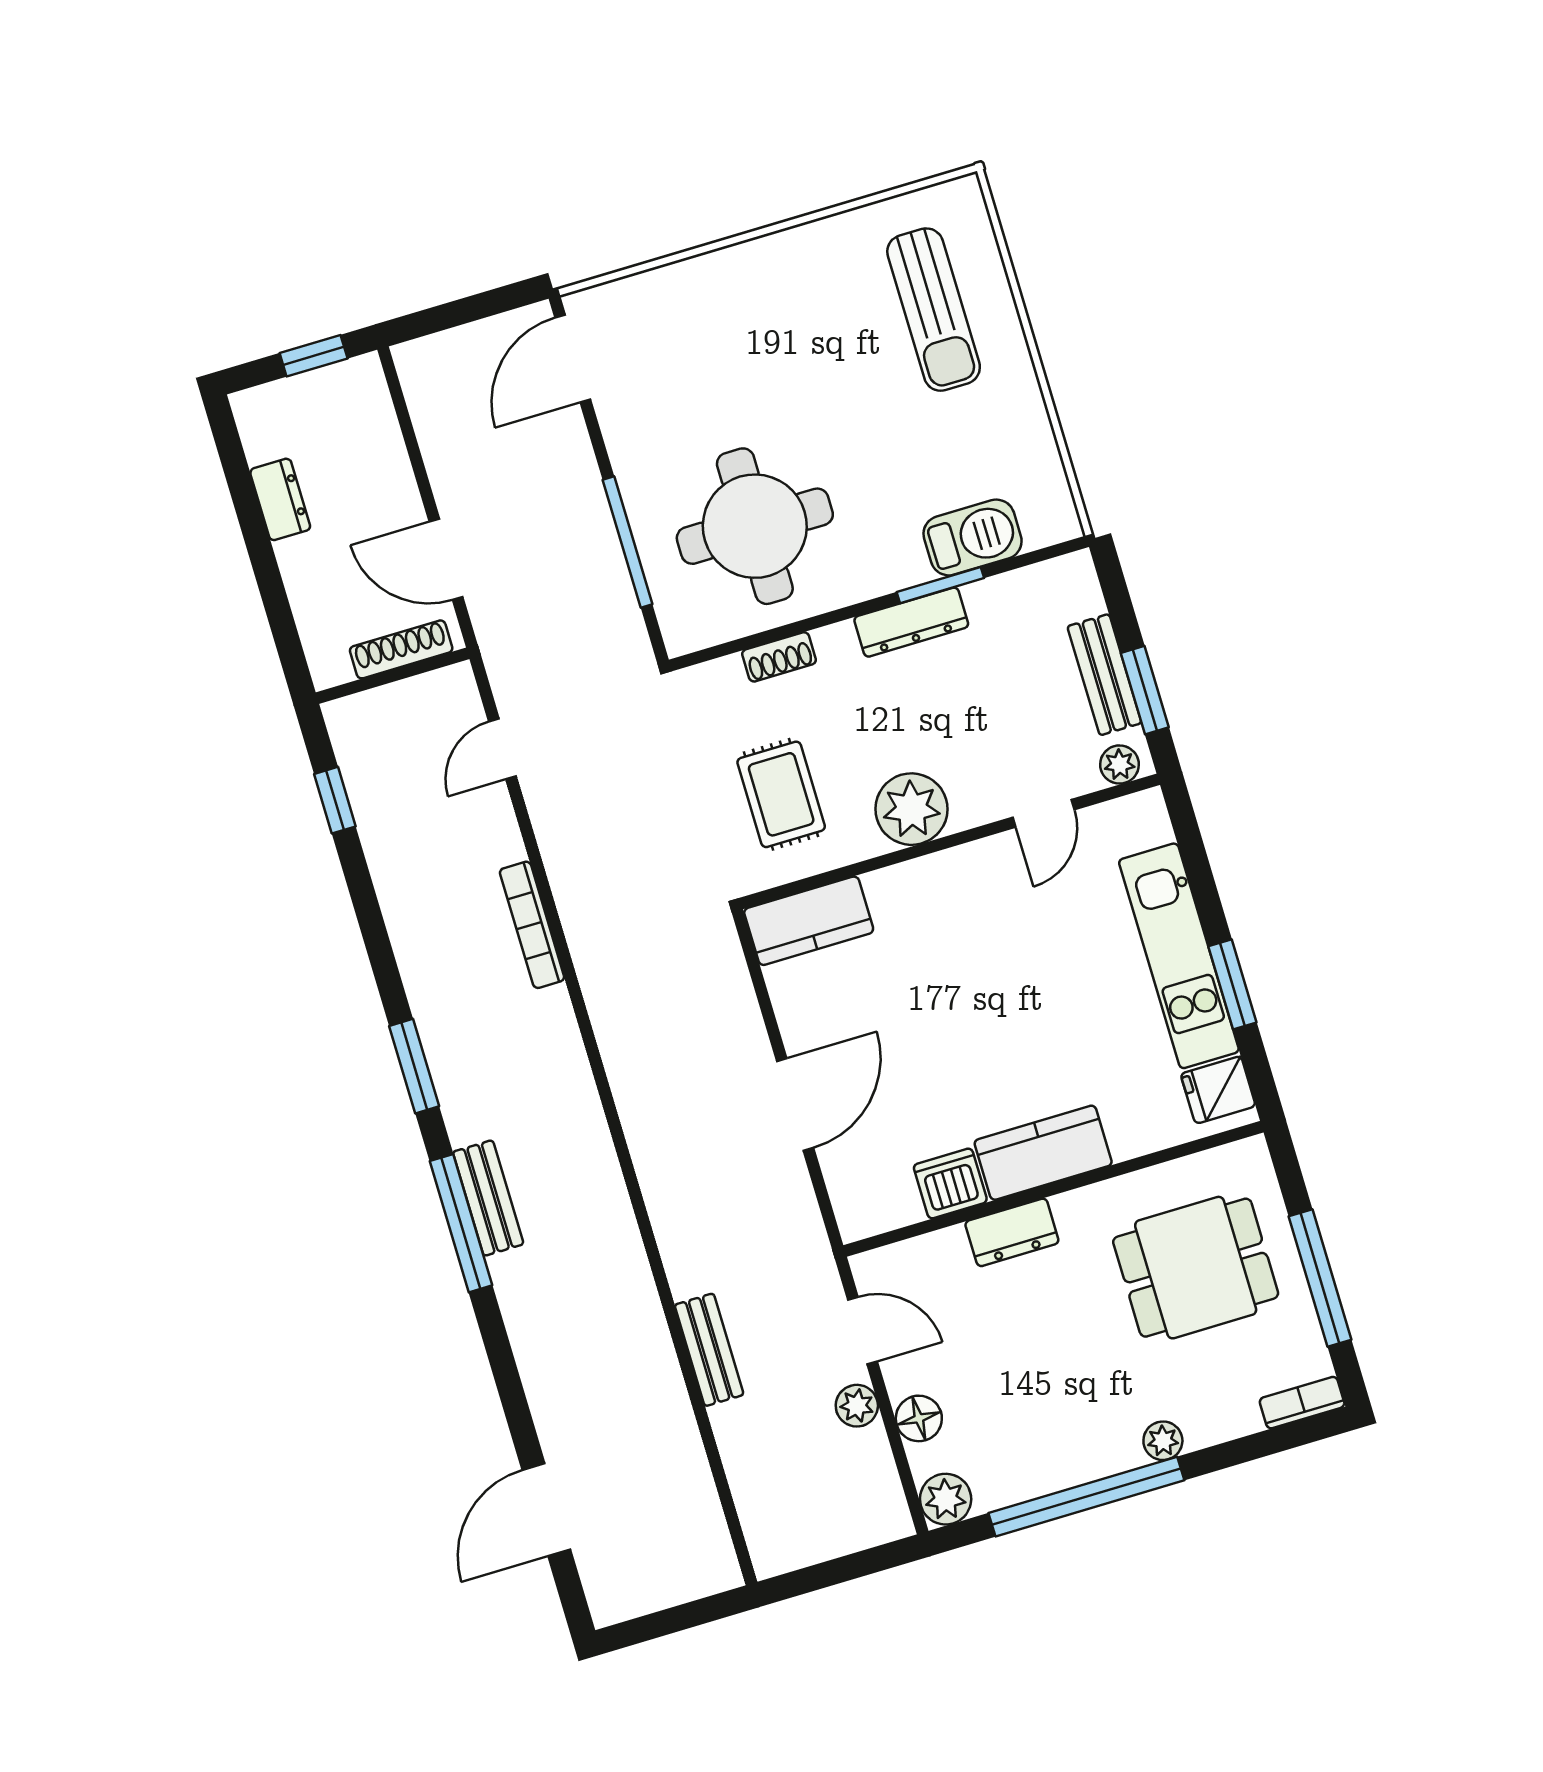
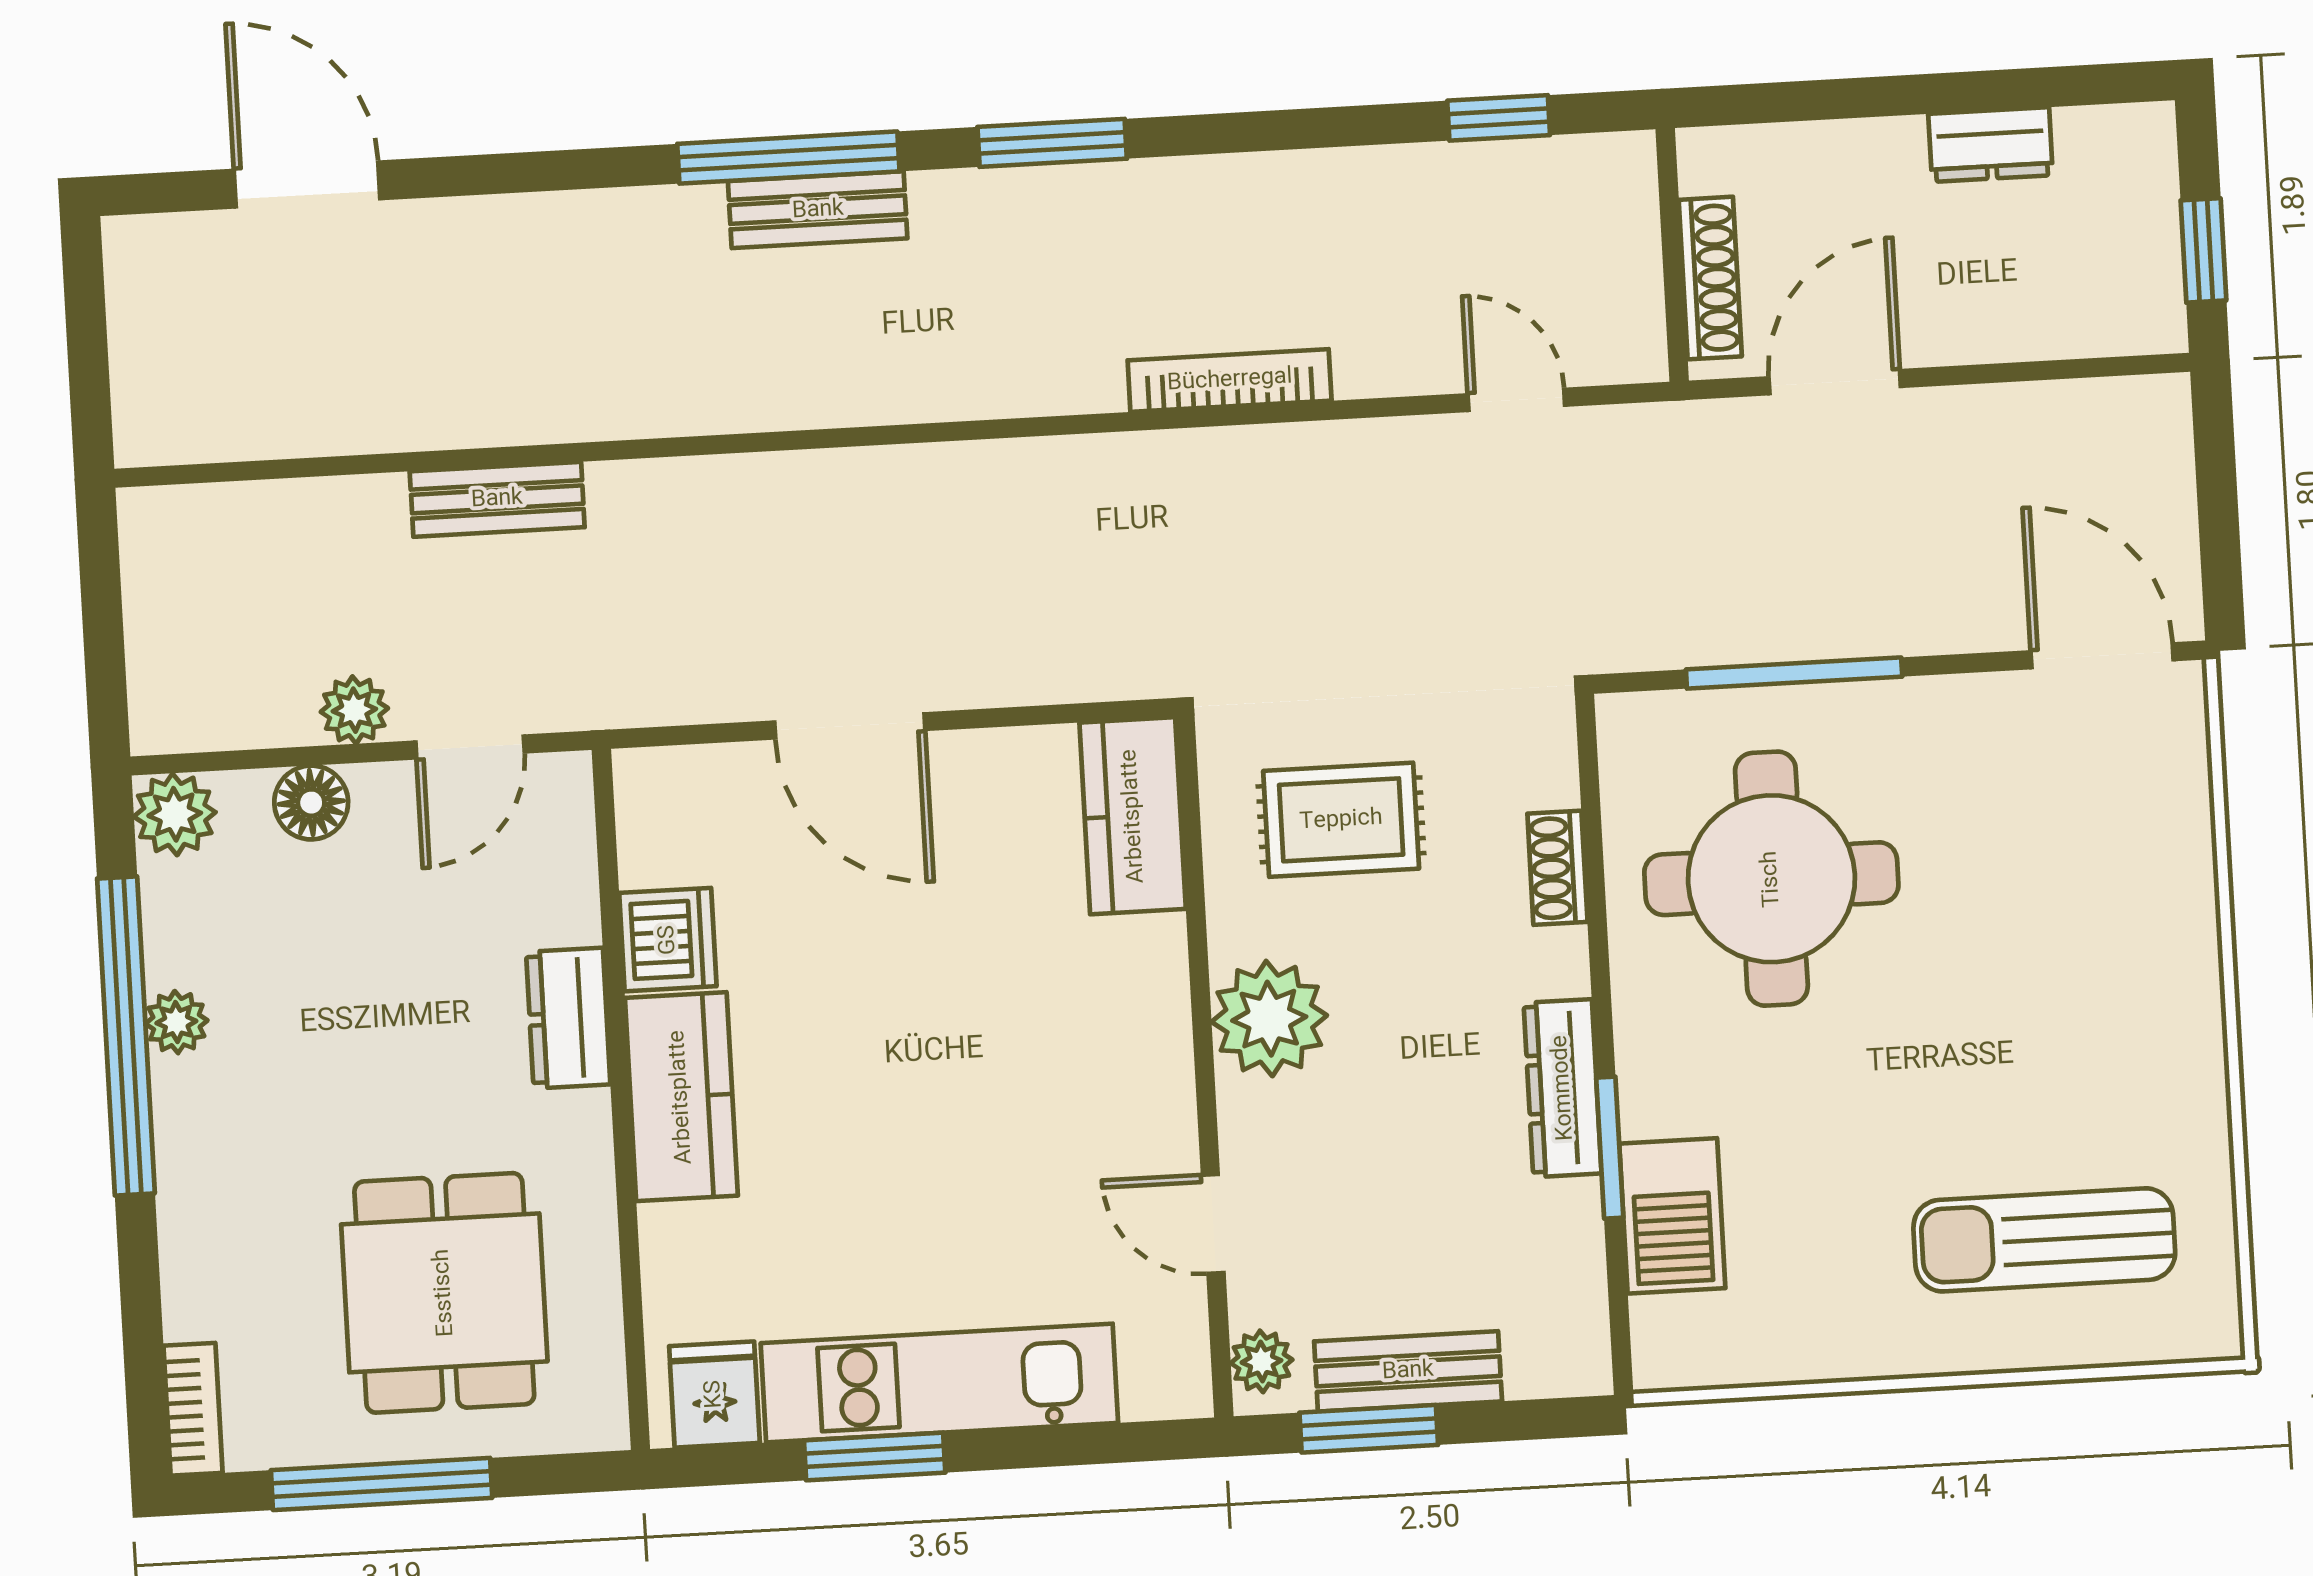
plant: (1163, 1441) -> (176, 1022), moved

